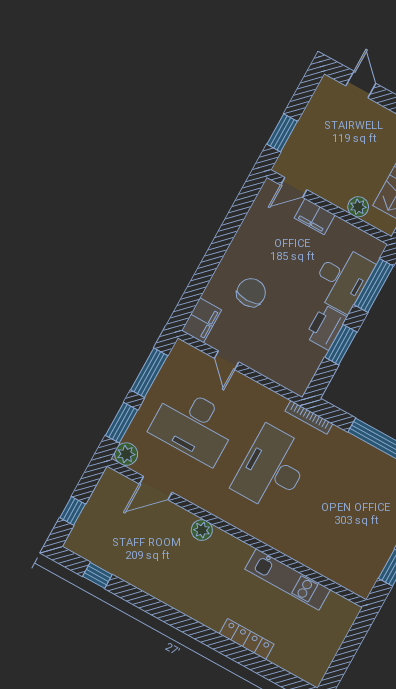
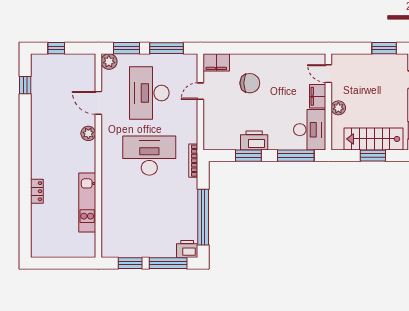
window: (282, 133) -> (384, 48), moved
plant: (358, 207) -> (338, 108), moved
desk: (342, 279) -> (310, 130), moved, turned -90
door: (156, 488) -> (98, 103), moved
locker: (247, 639) -> (37, 191), width x0.66

